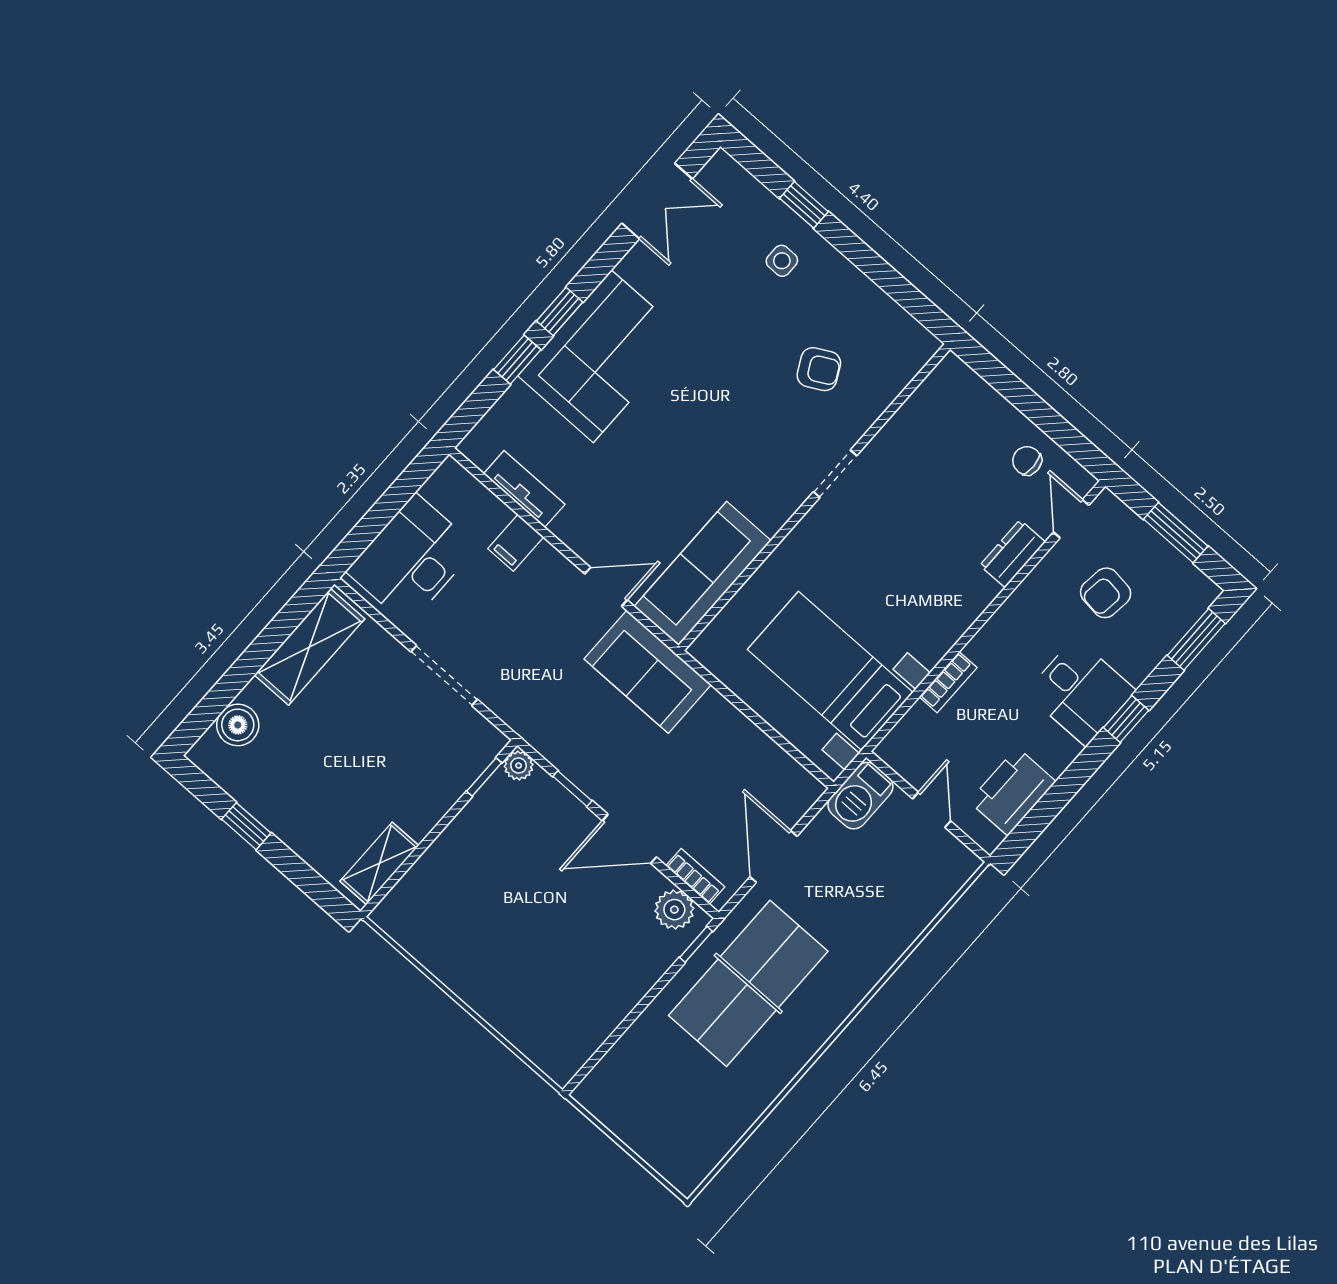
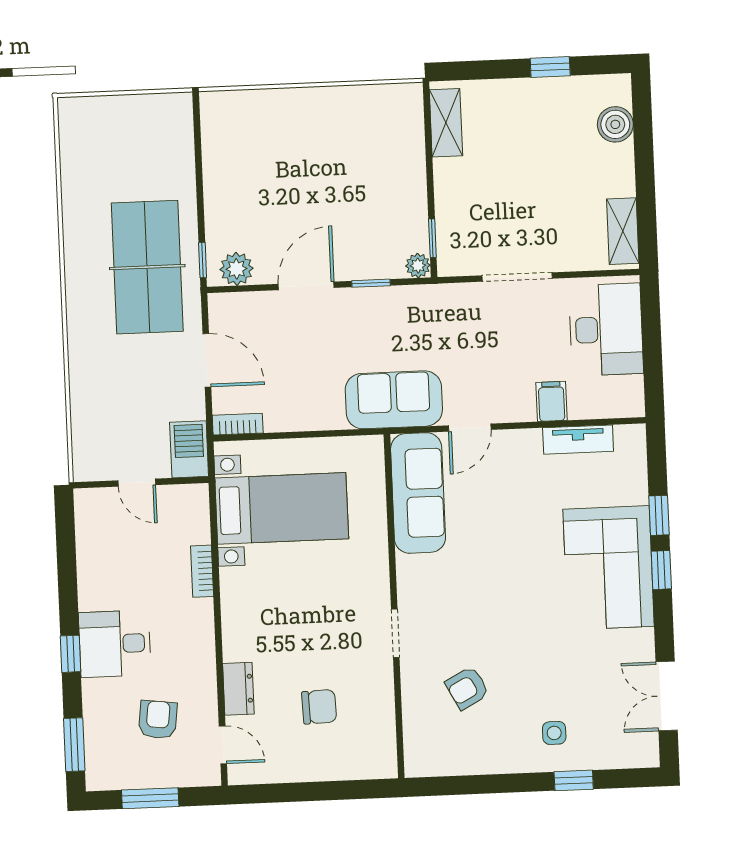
chair: (1027, 461) -> (319, 707), moved, width x1.37, depth x1.37
shelving: (309, 647) -> (623, 231), width x0.67, depth x0.75
printer: (1012, 791) -> (98, 542), removed
bookcase: (695, 876) -> (238, 424), moved, turned 180

